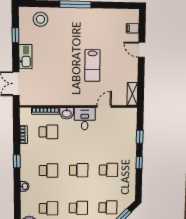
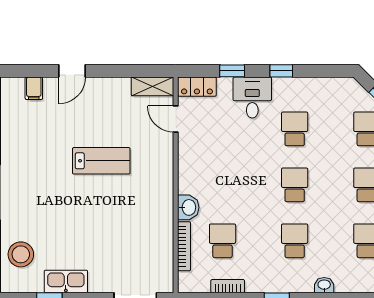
kitchen sink: (25, 57) -> (66, 281), moved
door: (104, 106) -> (176, 119), moved
locker: (132, 118) -> (197, 87), added
desk: (85, 119) -> (252, 98), moved, turned 90

